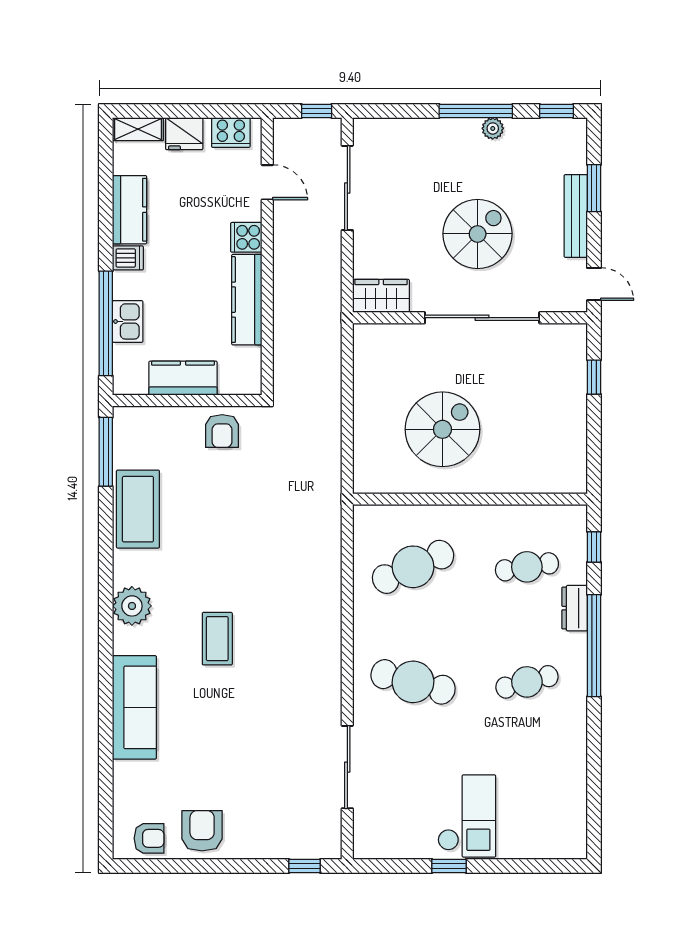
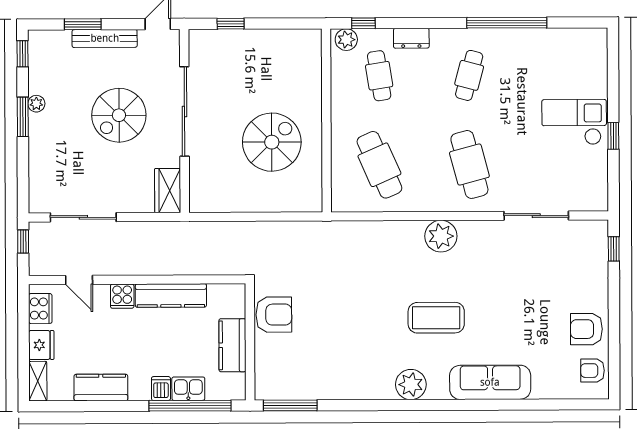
window: (476, 111) -> (23, 117), width x0.69
door: (267, 182) -> (79, 280), swing flipped
spiral stairs: (478, 234) -> (119, 115), turned -90
dishwasher: (128, 258) -> (161, 389), moved
spiral stairs: (442, 429) -> (272, 142), turned 90
armchair: (222, 431) -> (274, 315), width x1.38, depth x1.38
coffee table: (138, 509) -> (335, 380), removed
plant: (573, 525) -> (346, 40), added
coffee table: (217, 639) -> (436, 318), width x1.36, depth x1.32
plant: (321, 645) -> (441, 236), added
window: (594, 646) -> (507, 23), moved
cafe table: (413, 682) -> (469, 164), turned -30
cafe table: (527, 682) -> (469, 75), turned 30
armchair: (149, 838) -> (593, 371), turned -90

